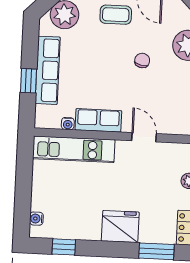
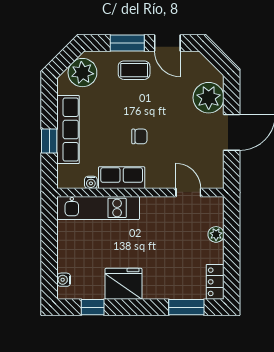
chair: (142, 60) -> (139, 136), moved, turned 77
door: (144, 137) -> (188, 192), moved
fridge: (120, 227) -> (124, 284), moved

